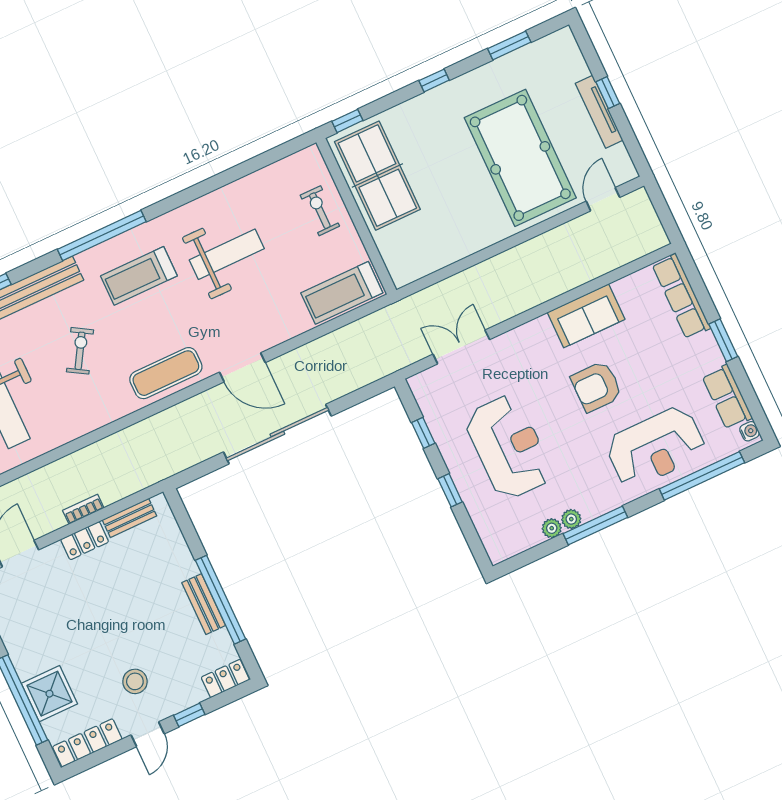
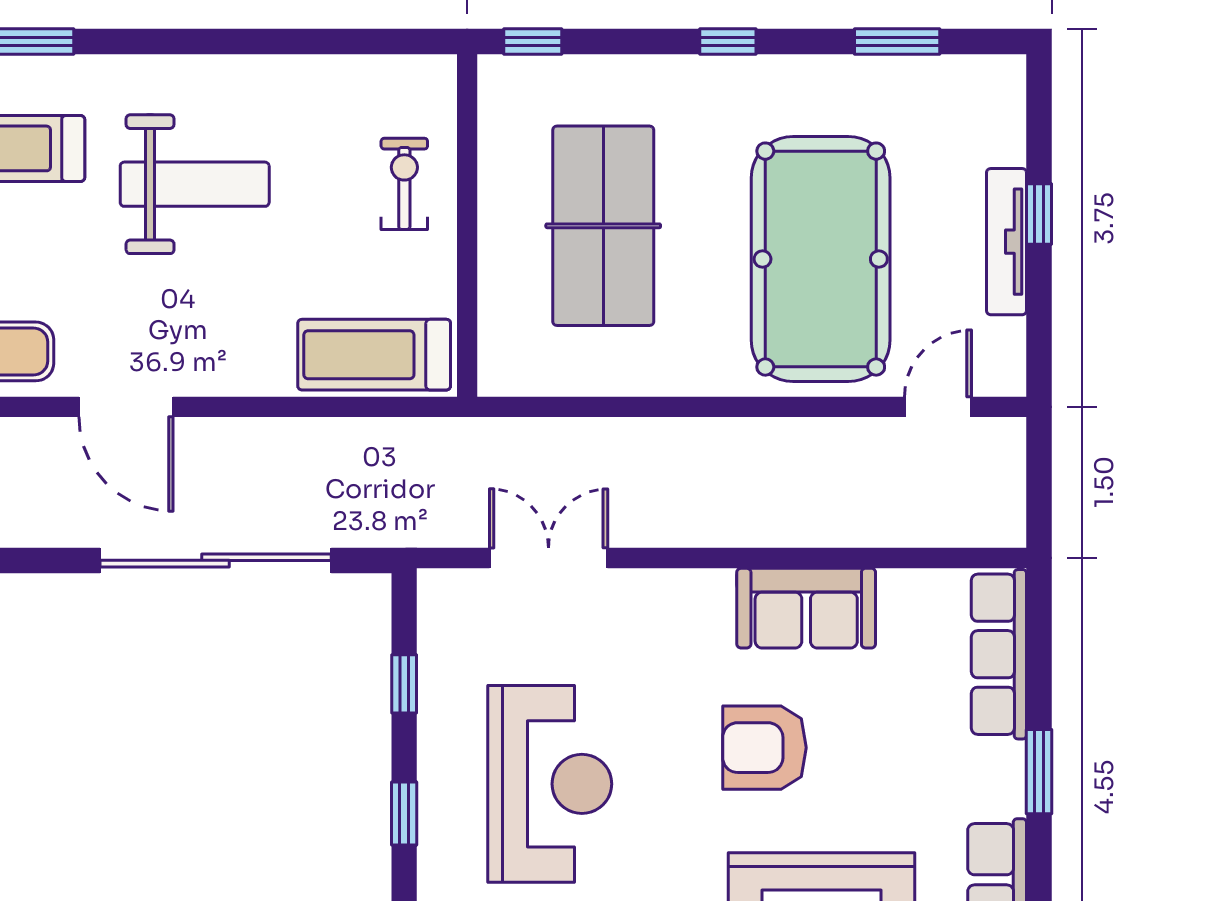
table tennis table: (377, 176) -> (603, 226), moved
sliding door: (277, 434) -> (216, 560), moved

